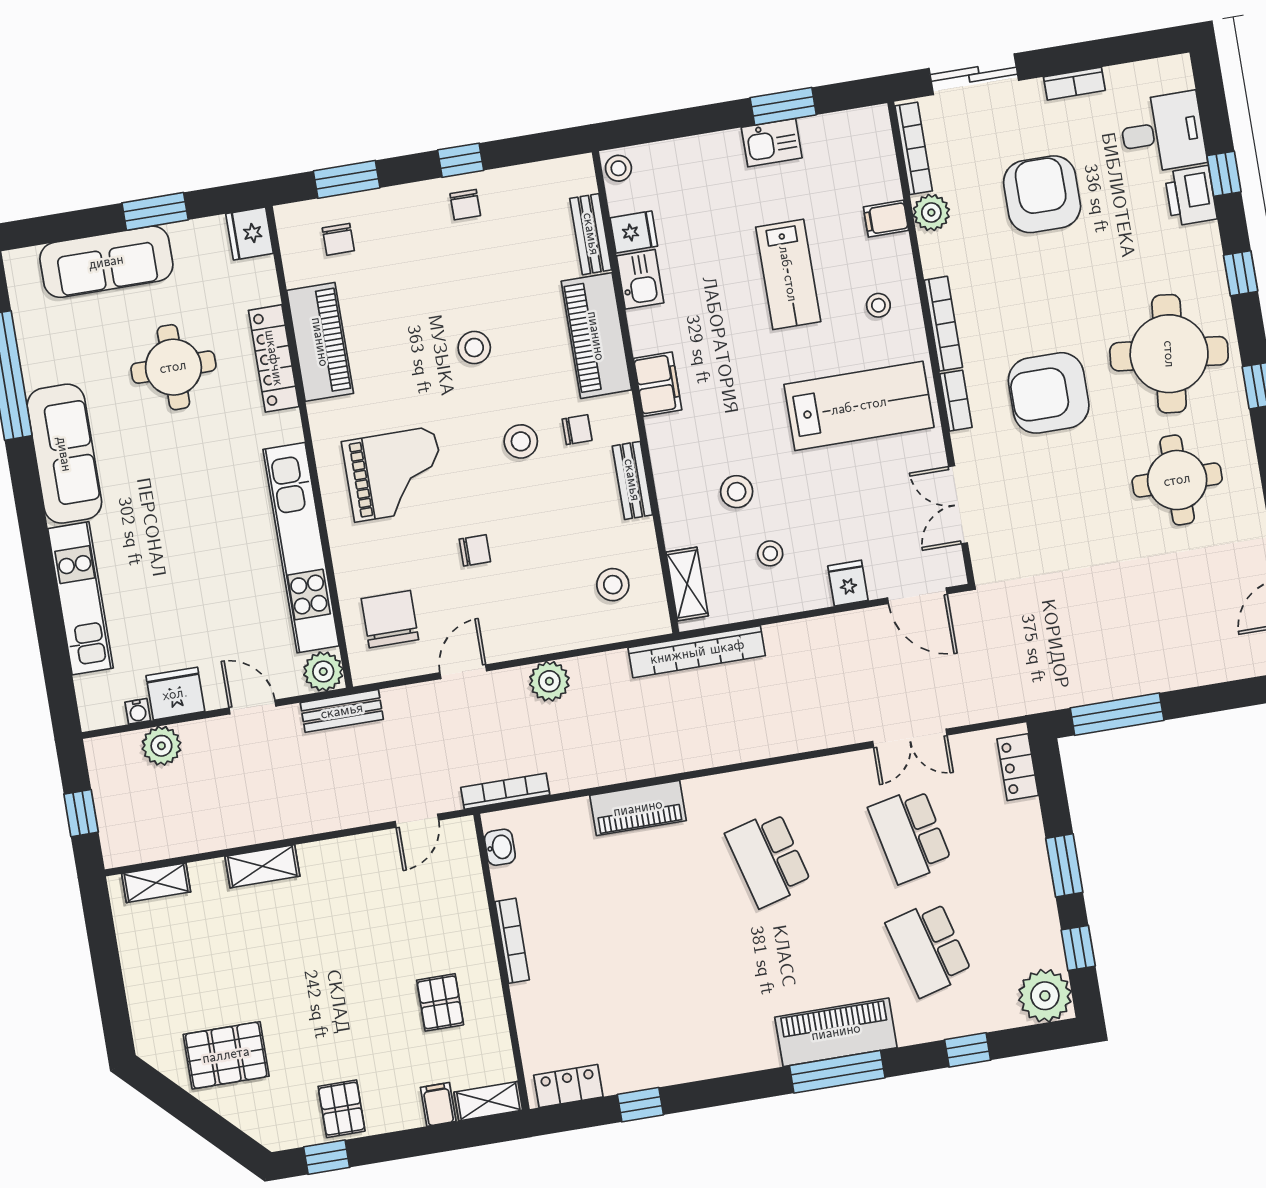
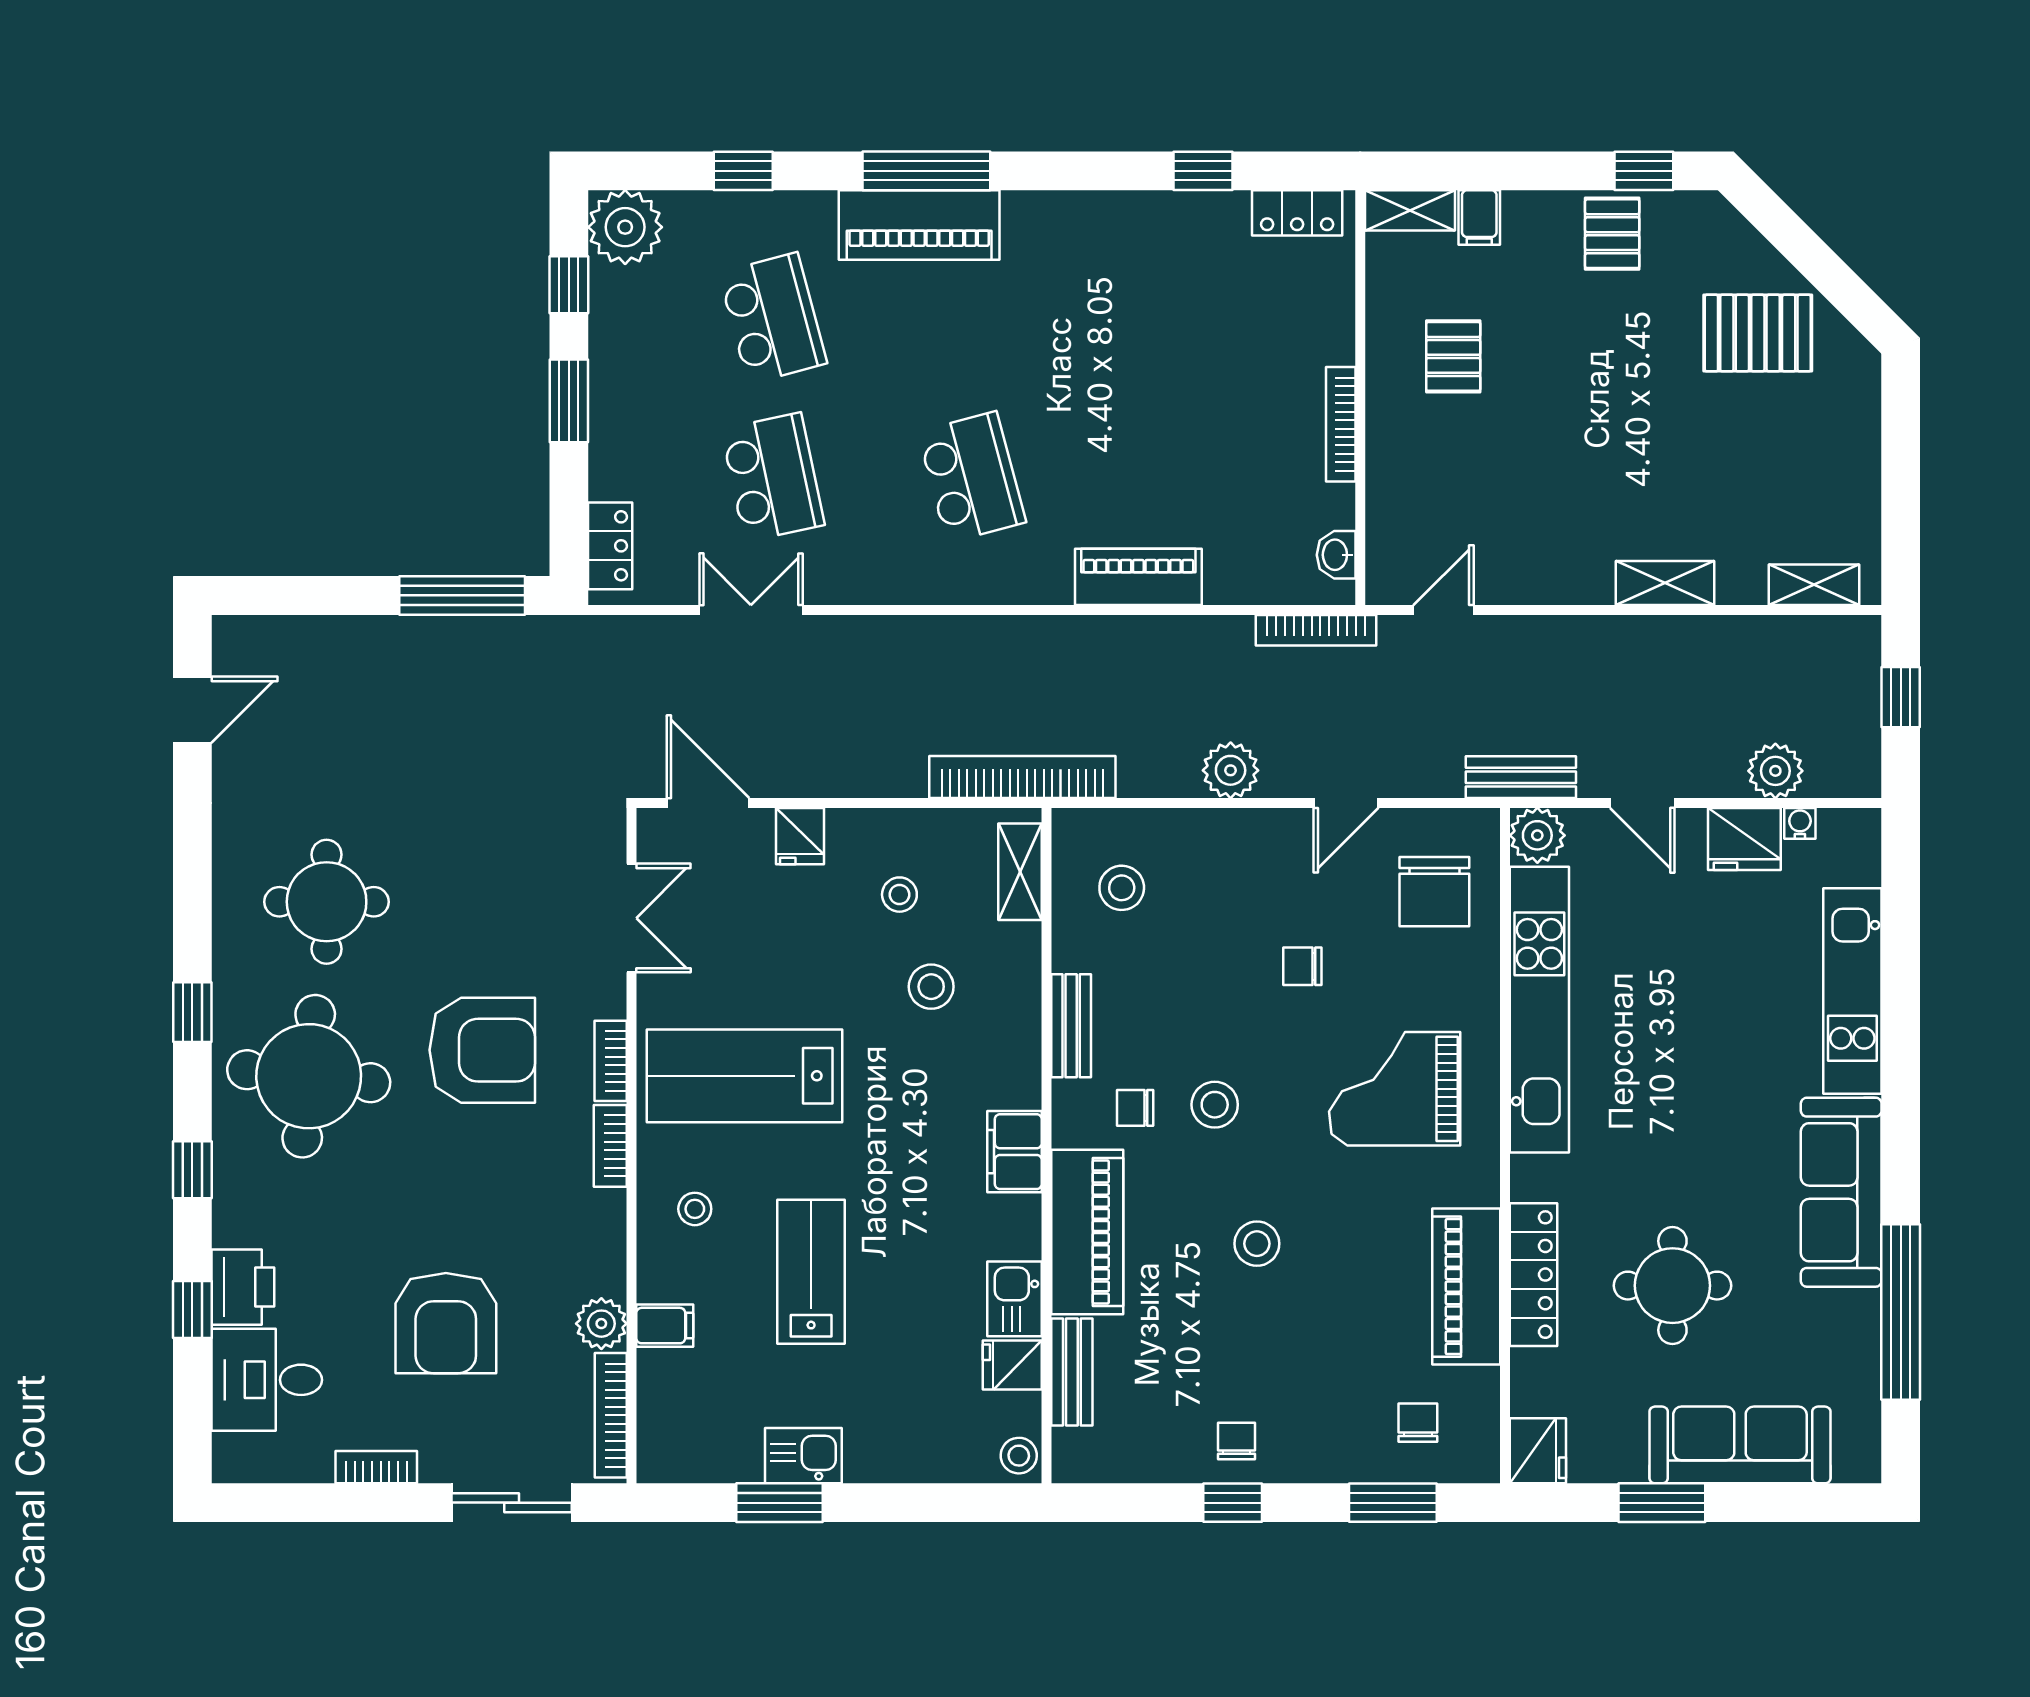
bookcase: (943, 324) -> (610, 1146), width x0.64

